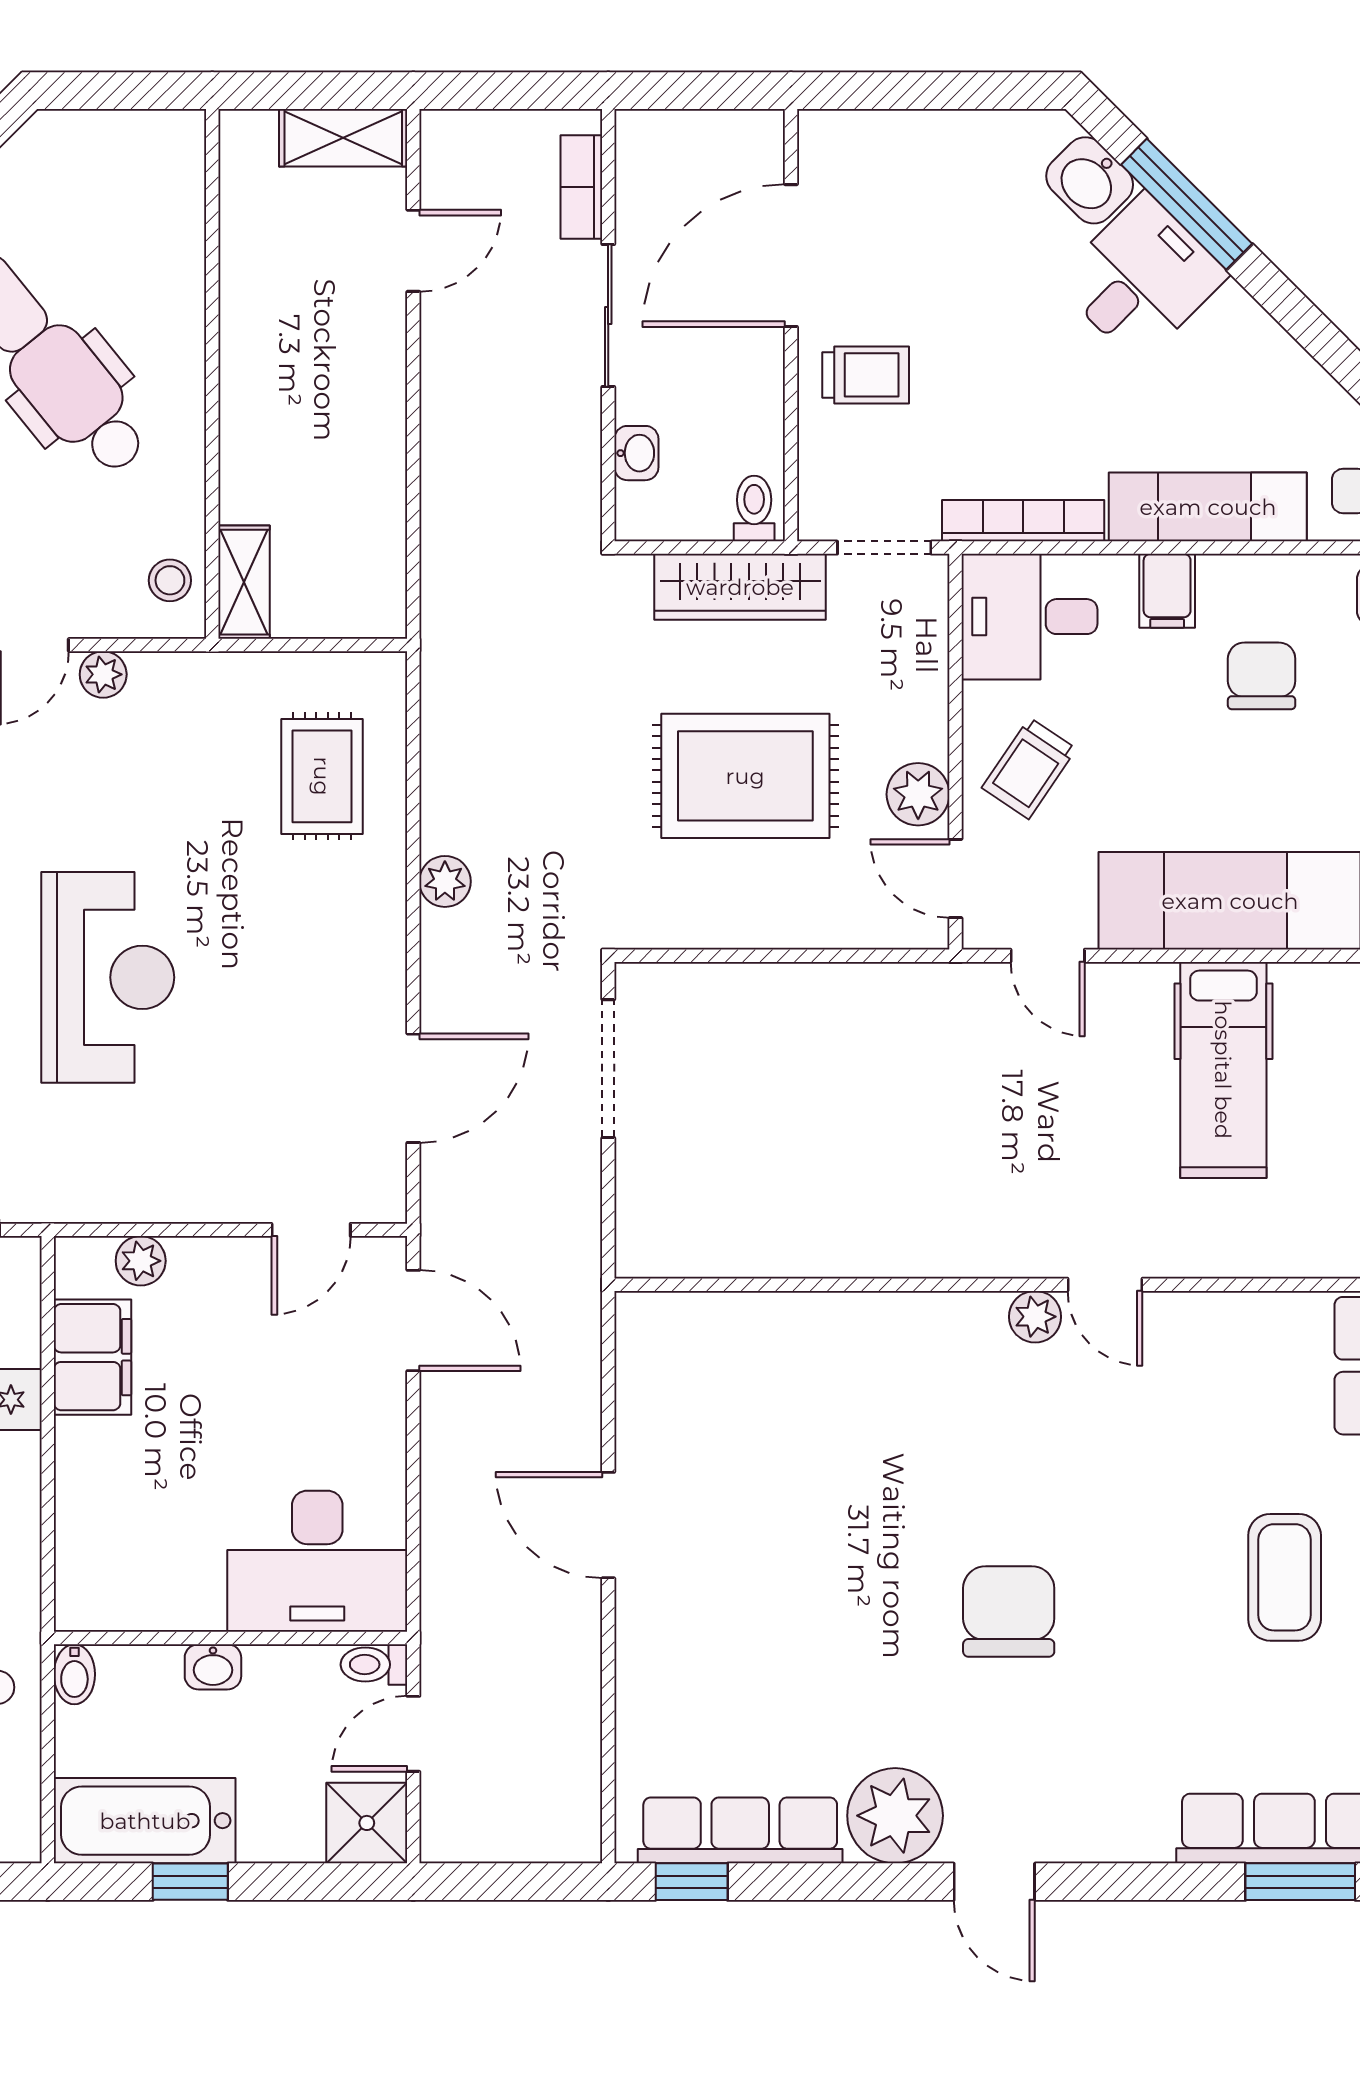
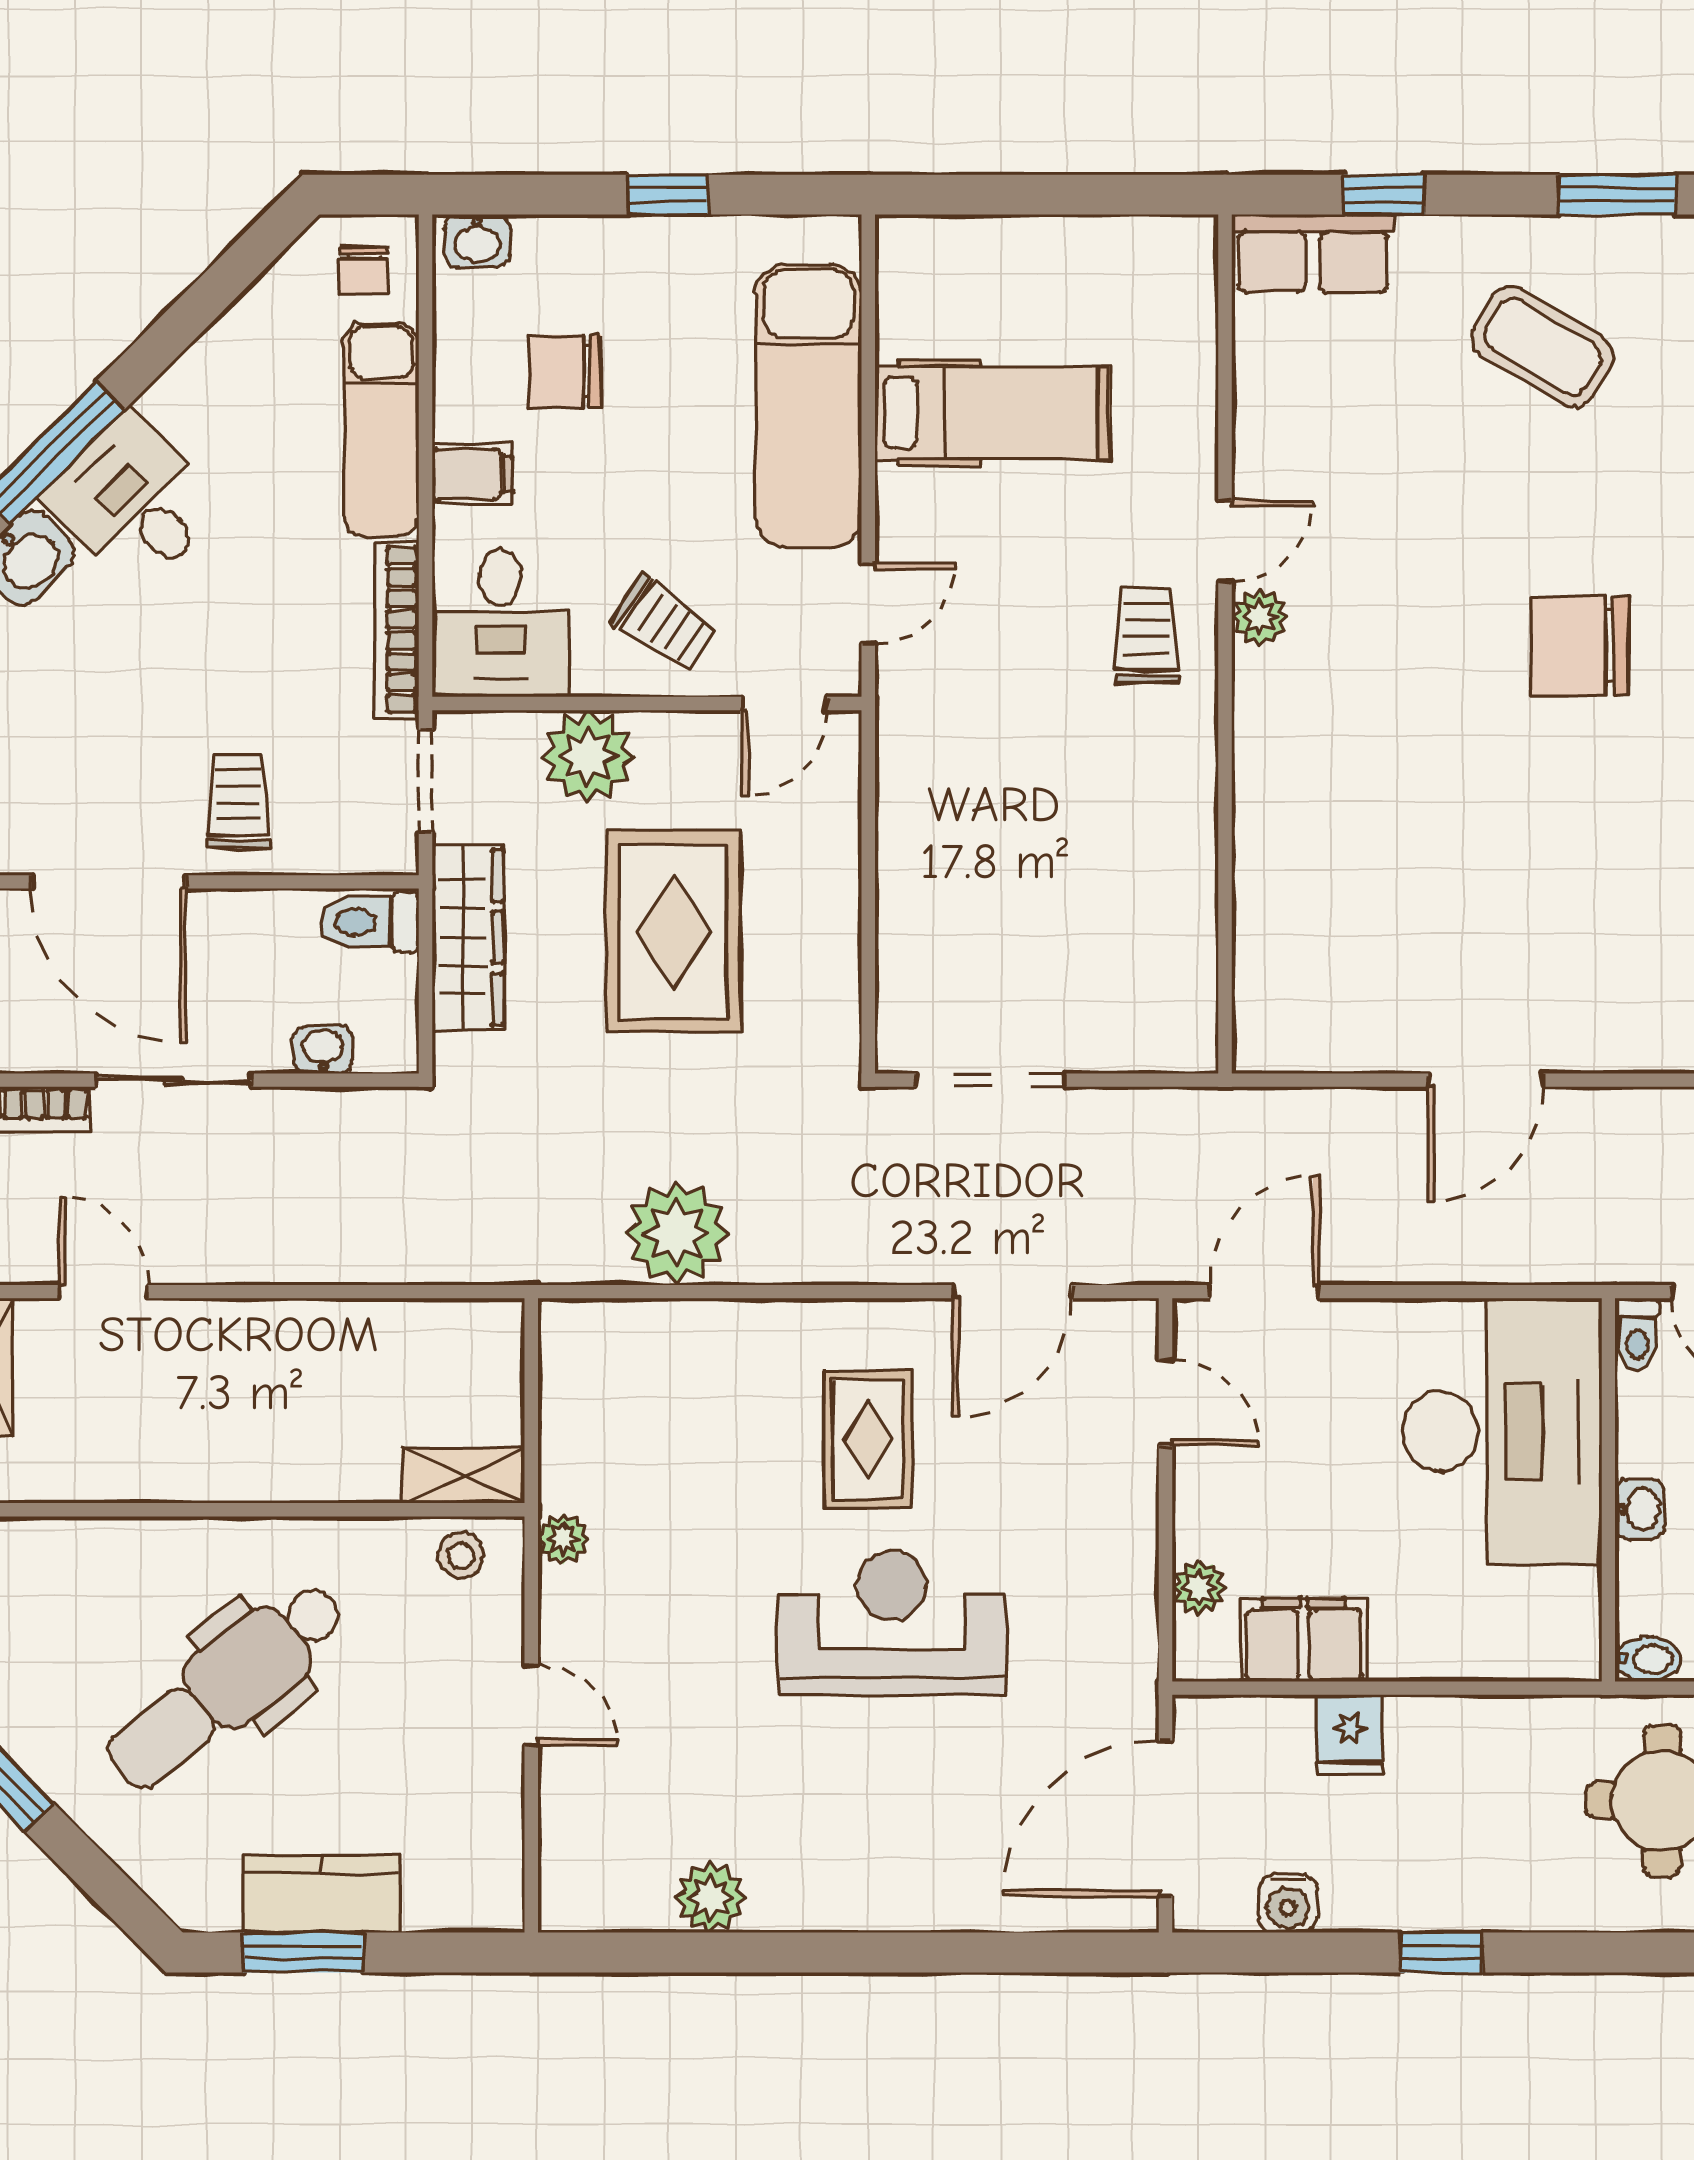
toilet: (754, 509) -> (369, 922), width x1.37, depth x1.39
plant: (103, 674) -> (563, 1539), moved
rug: (322, 776) -> (868, 1439), moved, turned 90
plant: (918, 794) -> (588, 756), moved, width x1.36, depth x1.36
plant: (445, 881) -> (676, 1233), moved, width x1.88, depth x1.88
door: (413, 1088) -> (1012, 1292), swing flipped
trolley: (1018, 1212) -> (1146, 635), added
desk: (317, 1561) -> (1502, 1431), width x1.36, depth x1.30
coffee table: (1285, 1577) -> (1543, 346), turned 31

